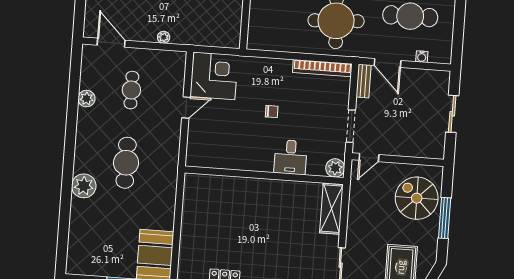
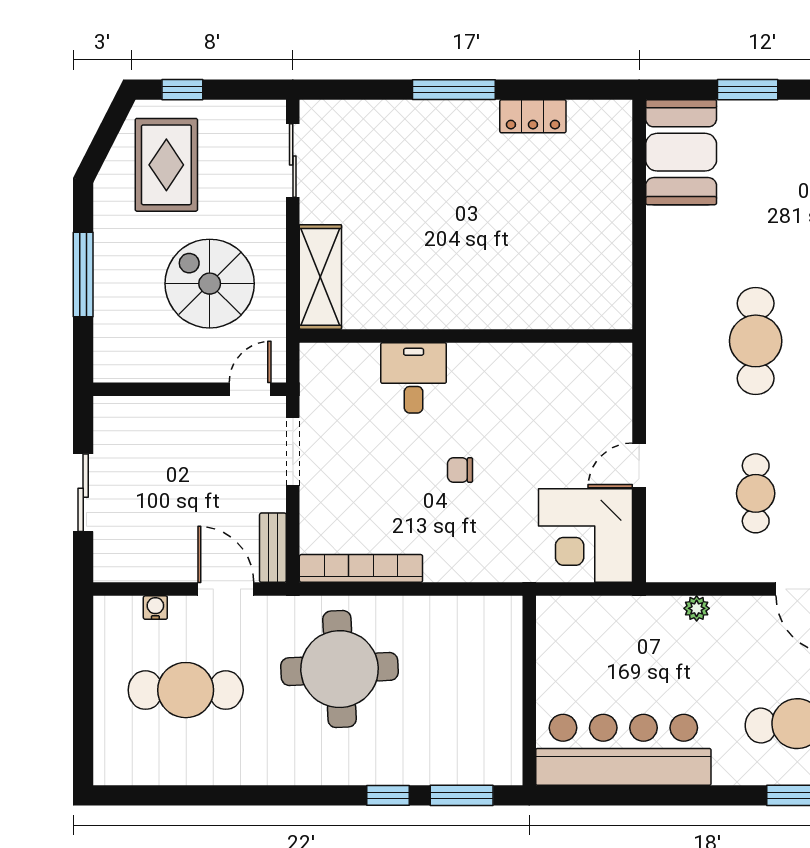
plant: (335, 168) -> (319, 362), removed
spiral stairs: (417, 198) -> (210, 284), moved, turned 180

